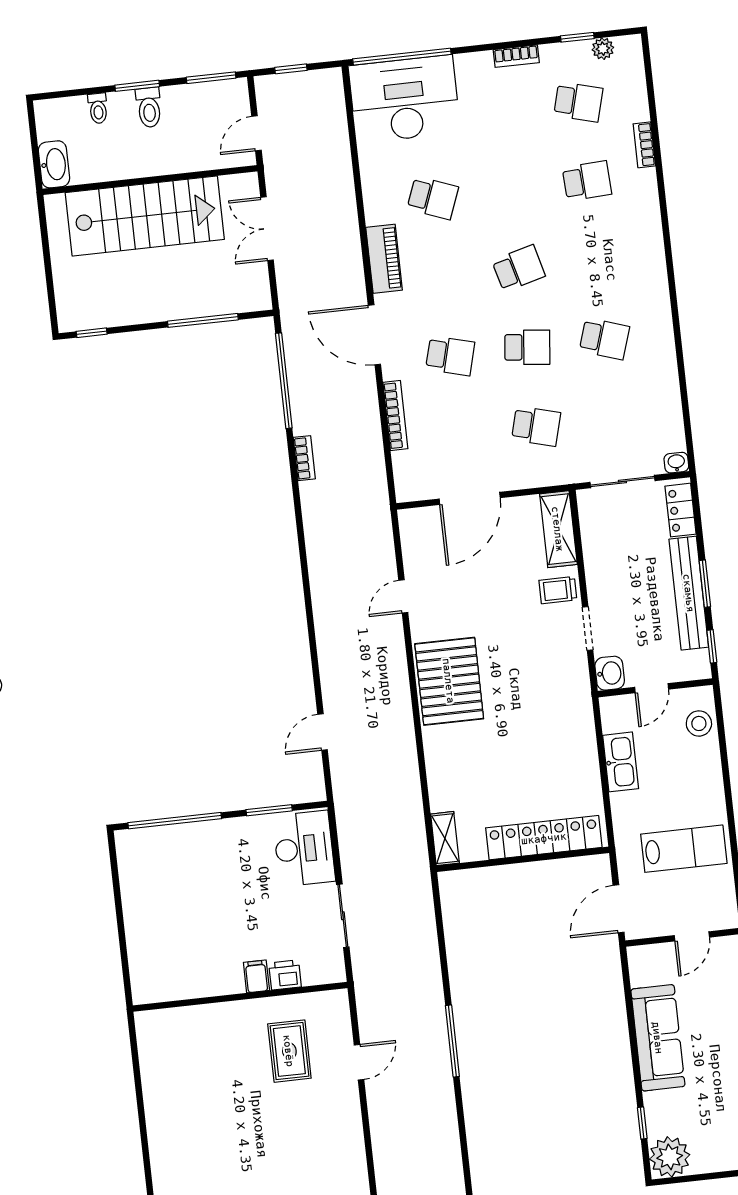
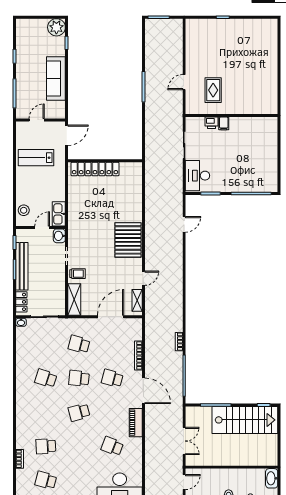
stairs: (145, 216) -> (245, 420), moved, turned 180
kitchen sink: (621, 762) -> (59, 214), moved
shelving: (445, 839) -> (137, 300), moved

